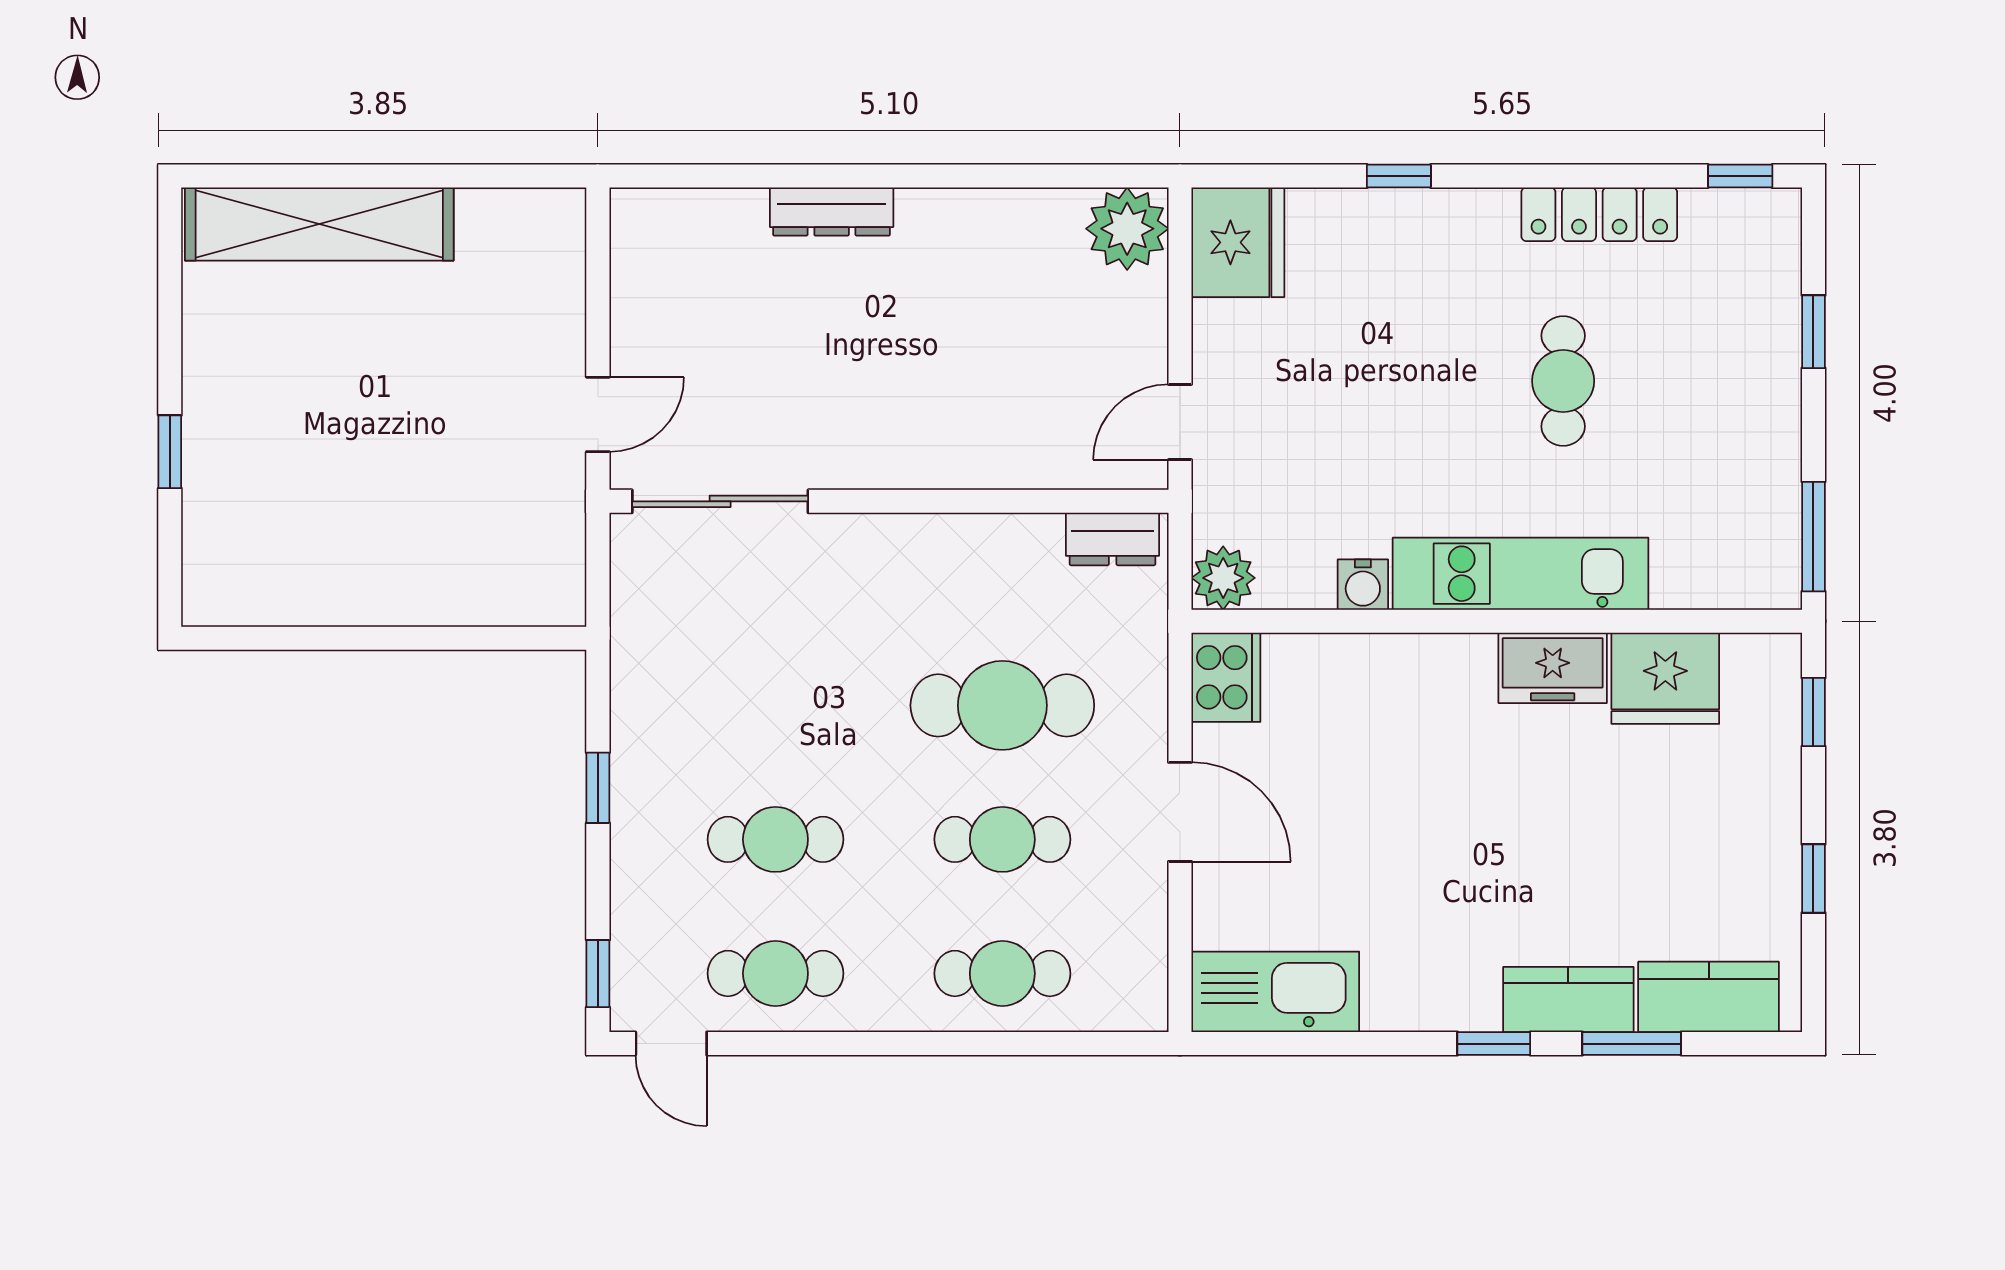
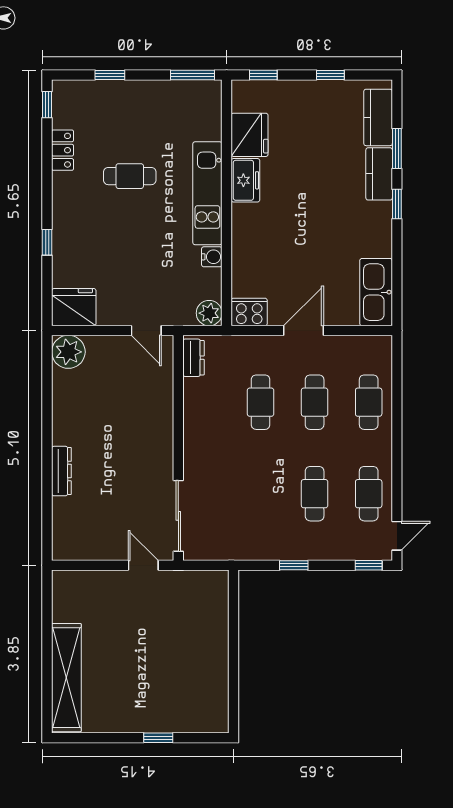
locker: (1599, 214) -> (63, 150), width x0.66
cafe table: (1002, 705) -> (261, 402), width x0.73, depth x0.74

